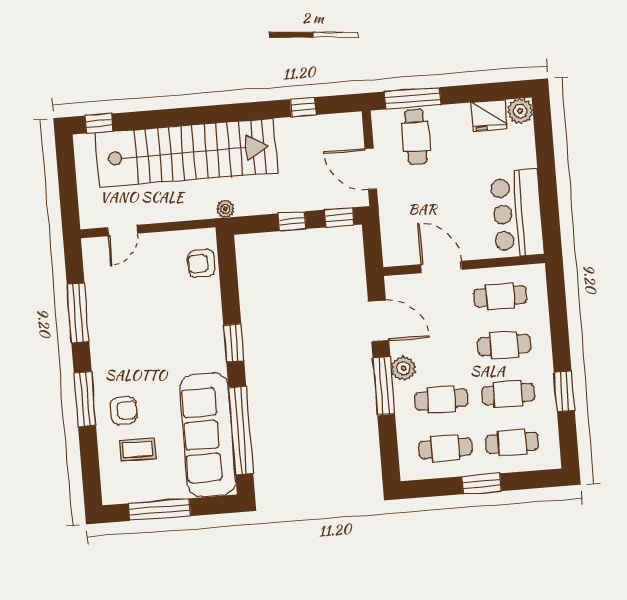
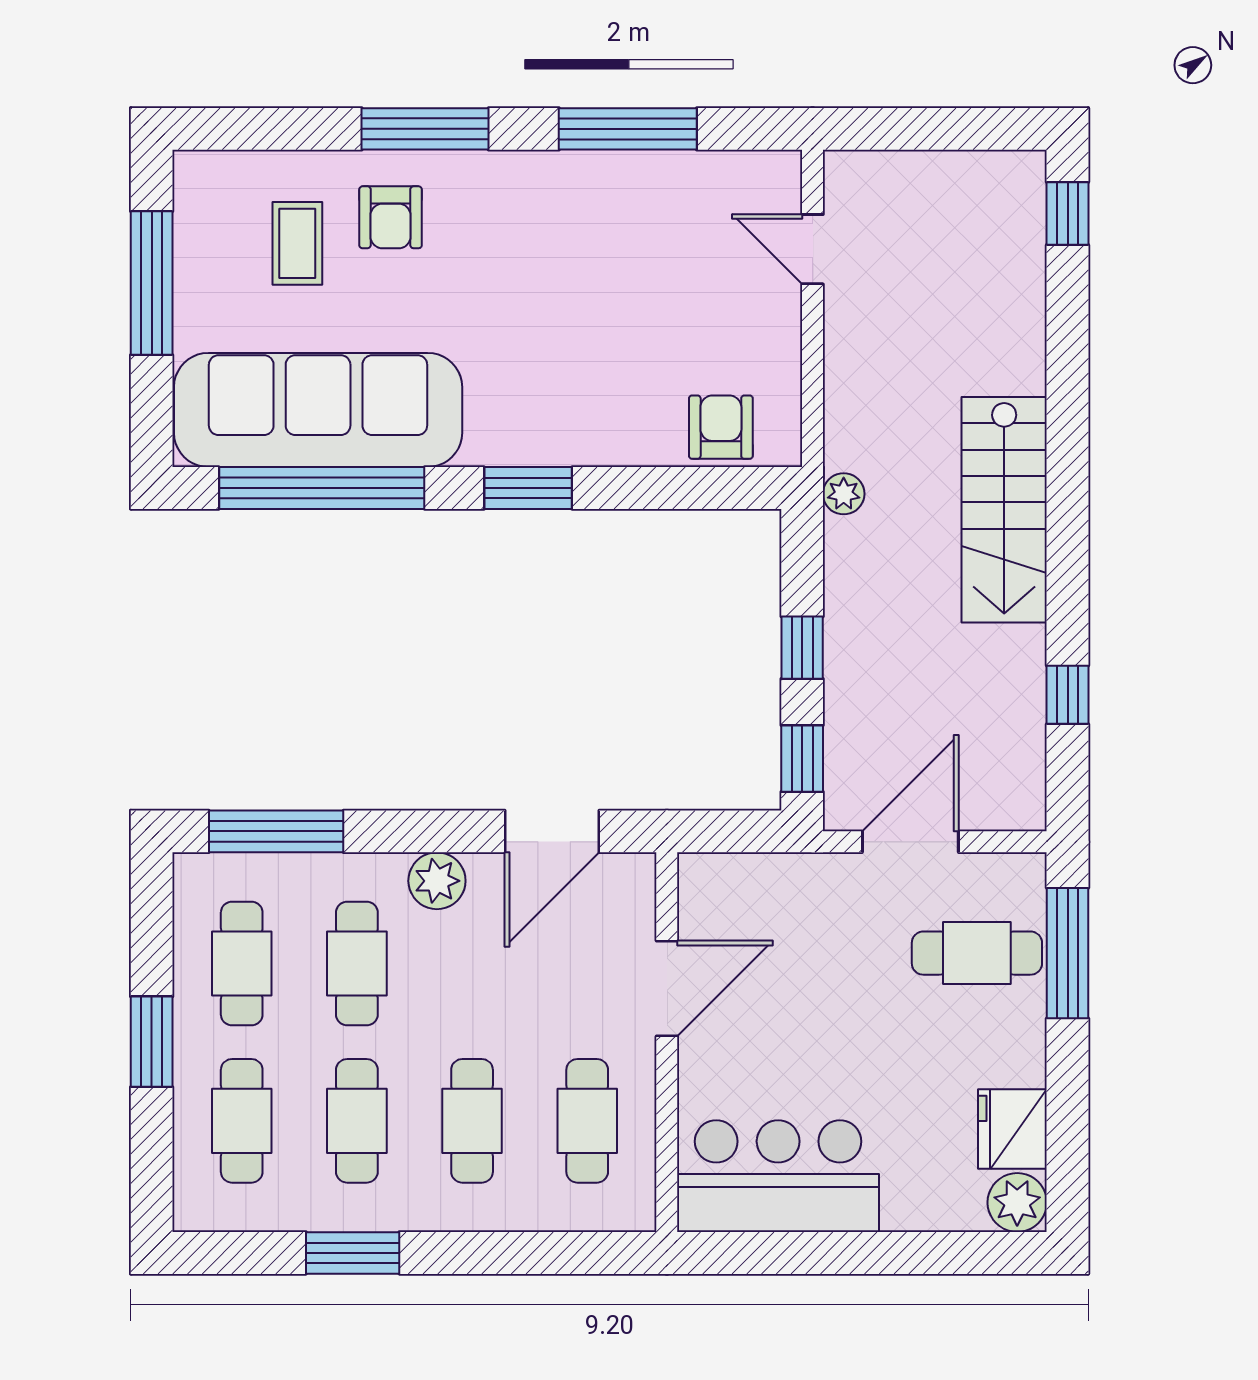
stairs: (186, 153) -> (1004, 510), width x0.54, depth x0.66
window: (384, 386) -> (276, 831), moved

